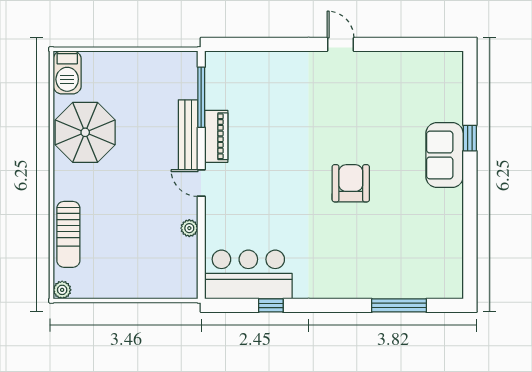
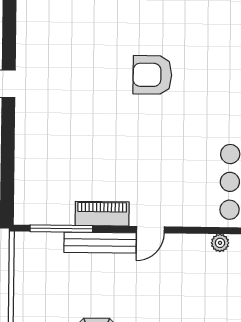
plant: (189, 228) -> (220, 243), moved

